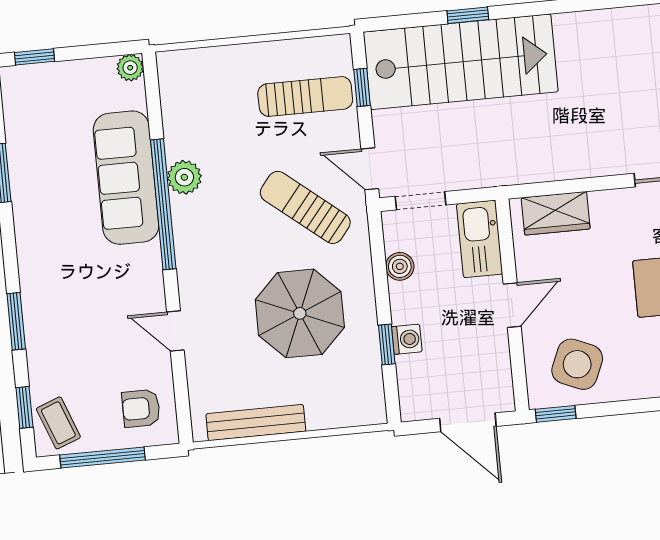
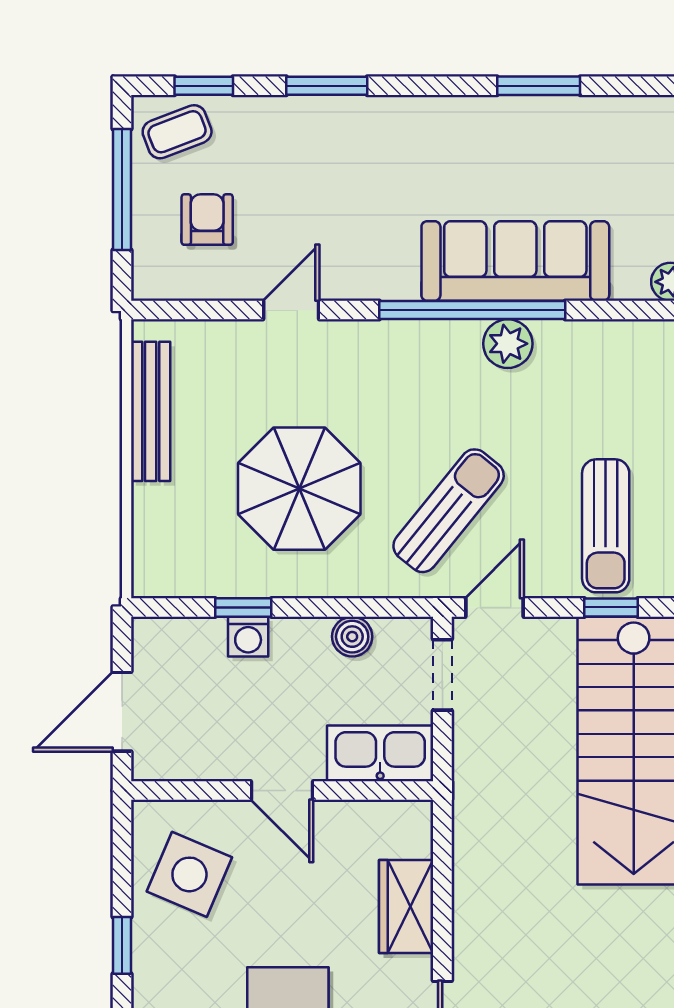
wardrobe: (556, 213) -> (406, 907), moved
armchair: (141, 408) -> (207, 220), moved
window: (556, 414) -> (122, 945), moved

